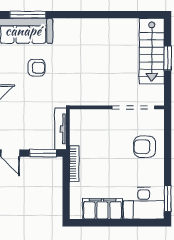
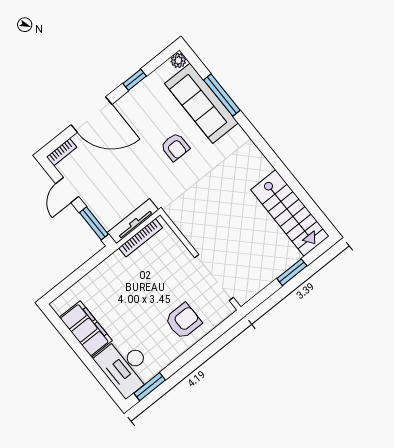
stairs: (152, 51) -> (290, 213), moved, turned -90
armchair: (145, 147) -> (183, 321), turned 90
bookcase: (74, 164) -> (141, 238), moved

